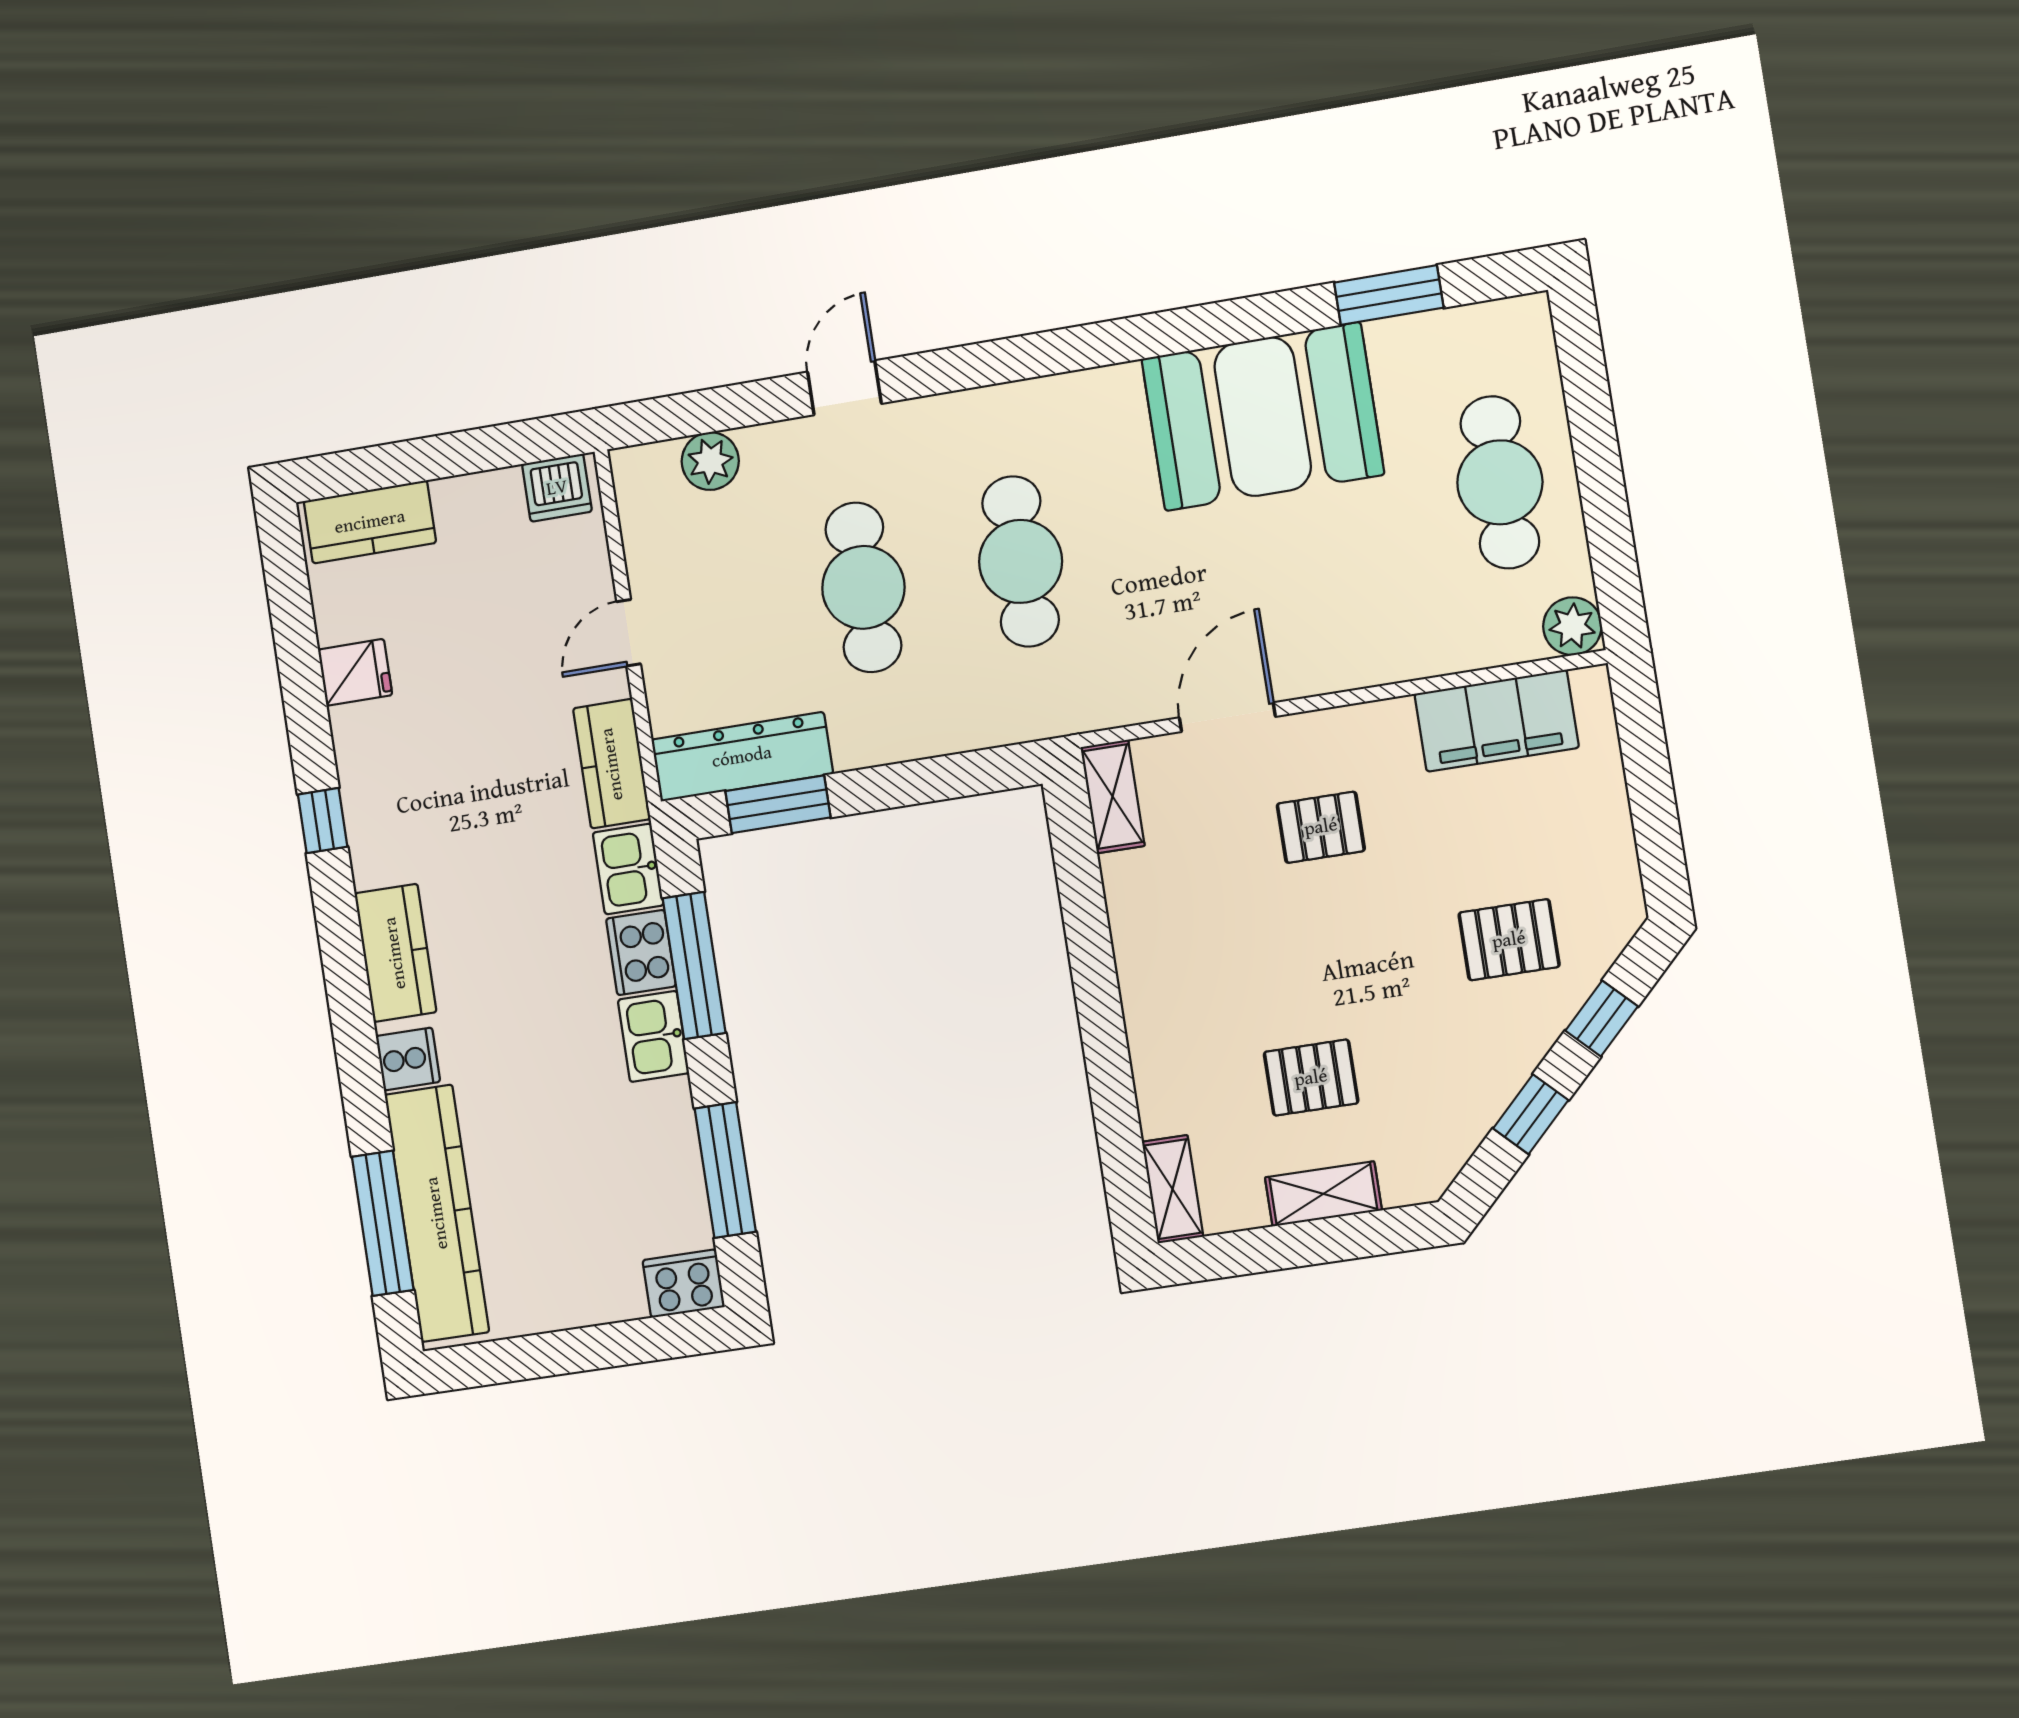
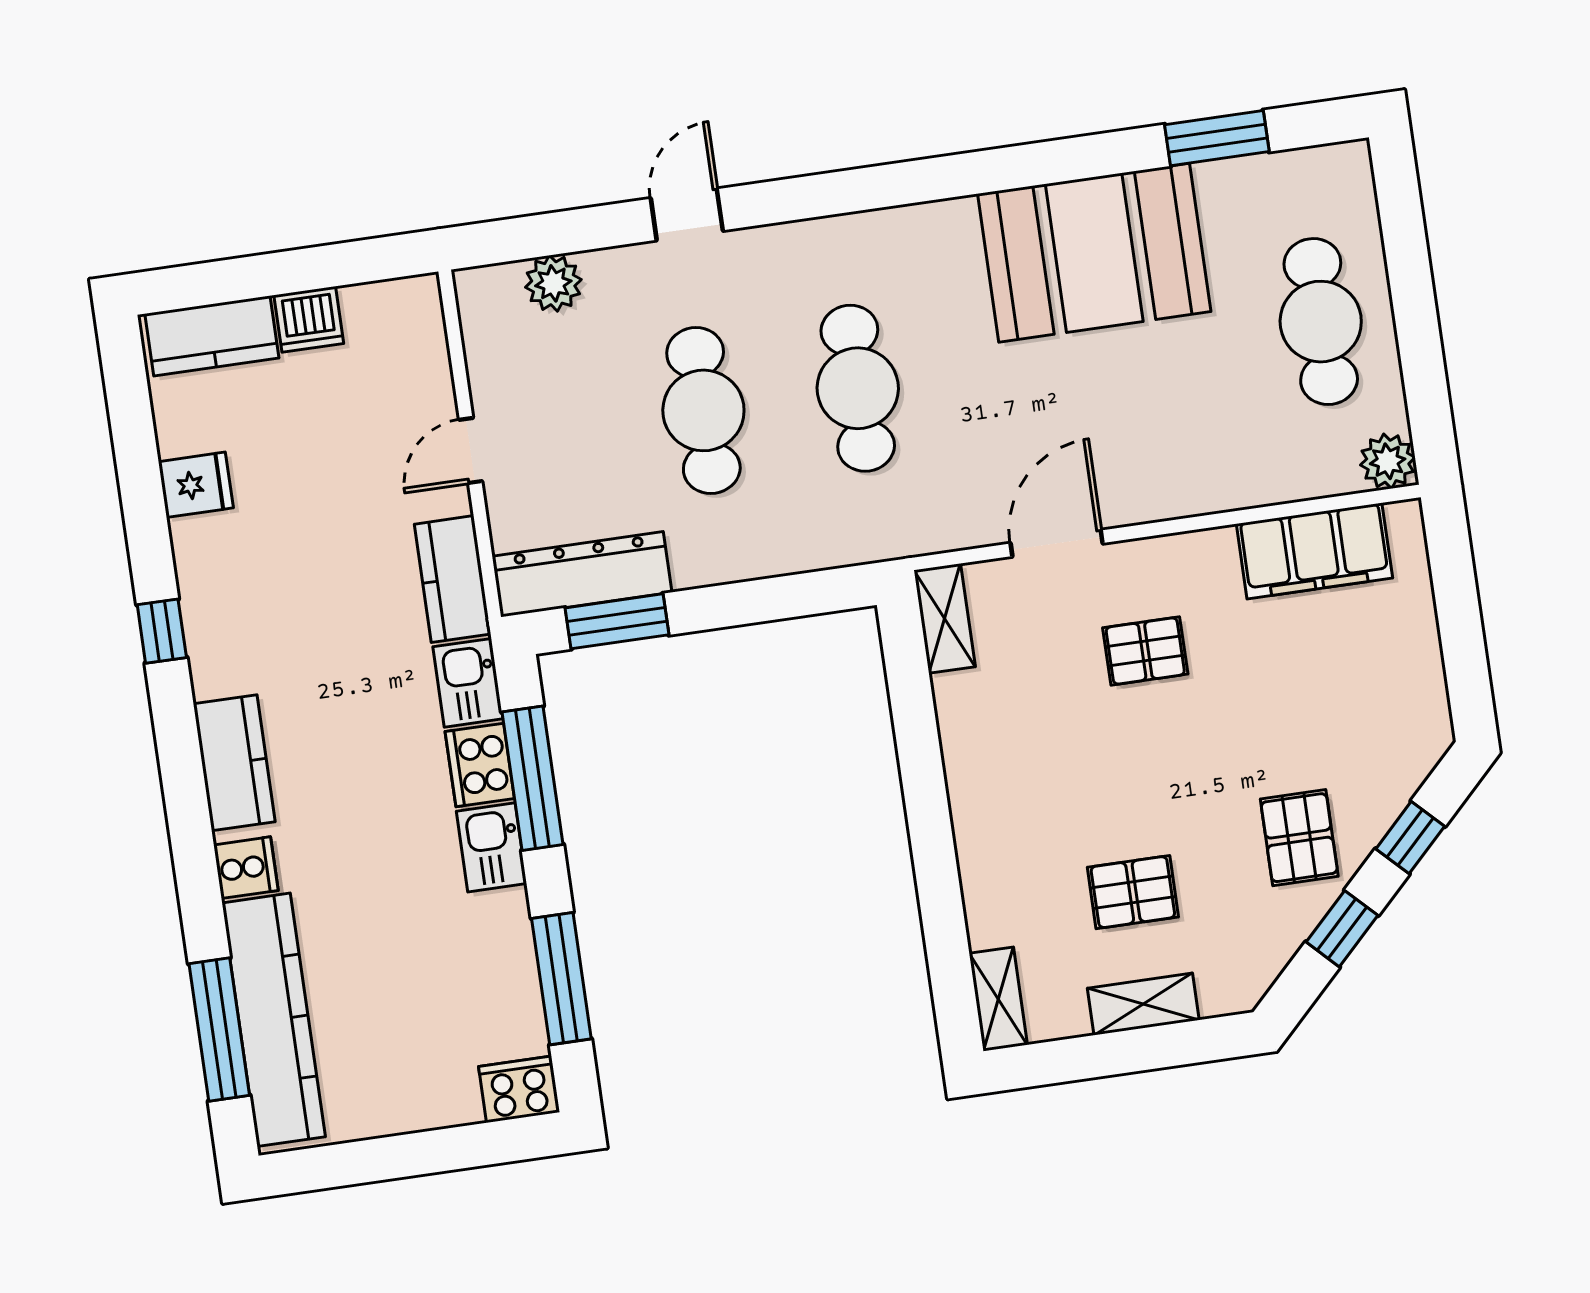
dishwasher: (557, 488) -> (309, 319), moved
pallet: (1509, 940) -> (1299, 838), moved, turned 90

